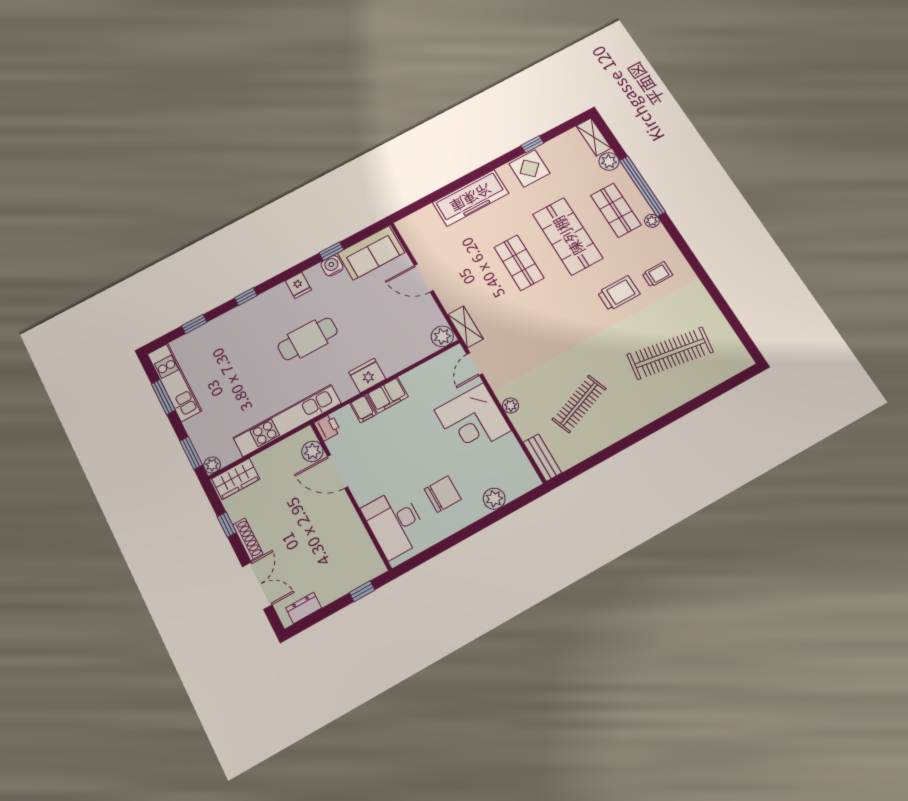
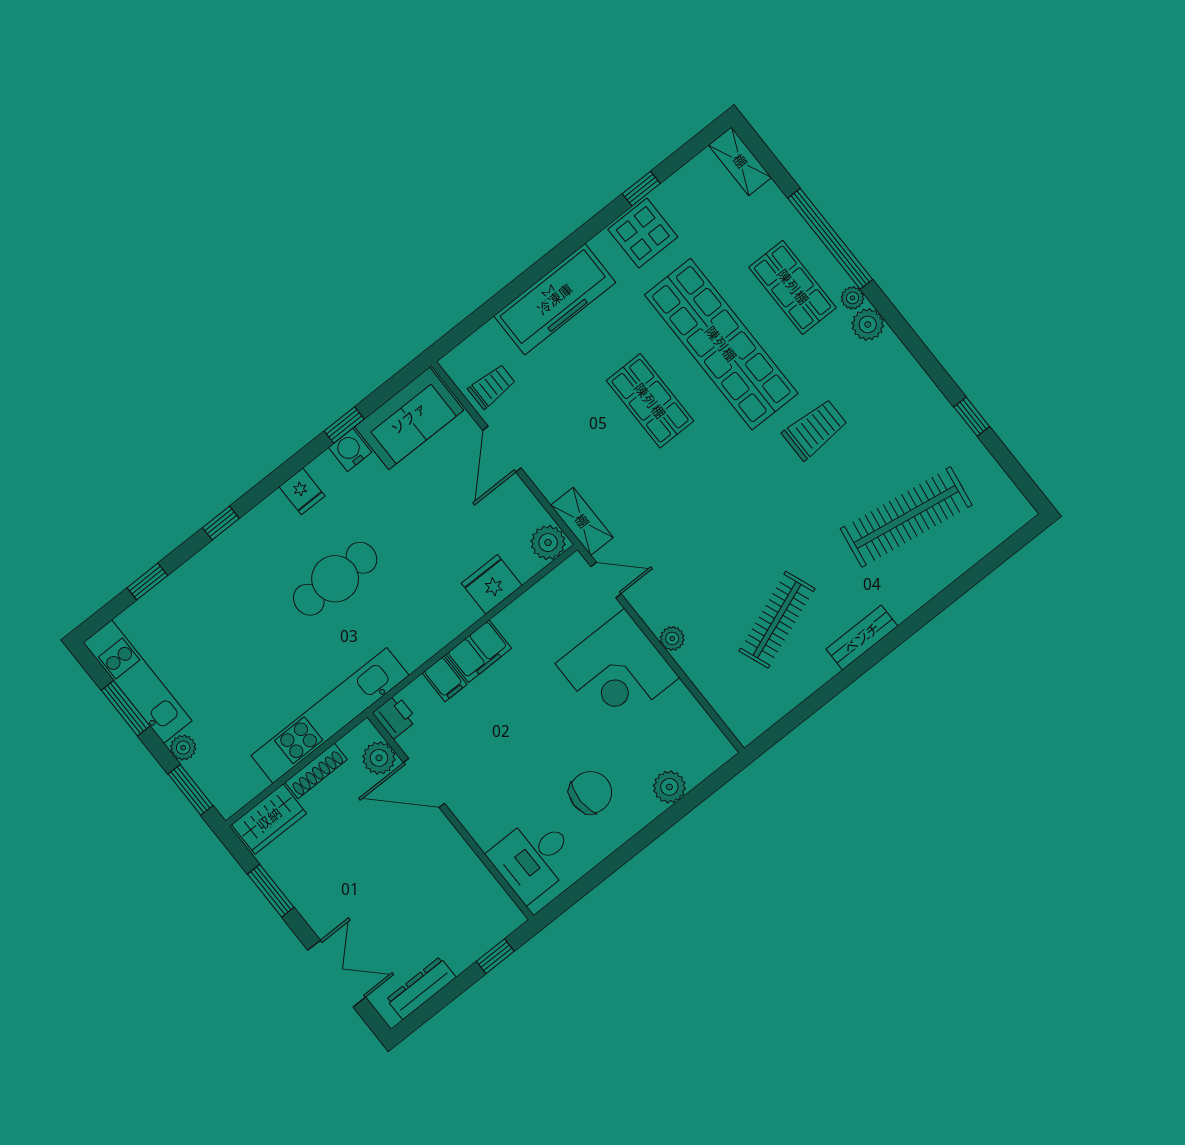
plant: (609, 161) -> (868, 324), moved
shop shelf: (568, 236) -> (721, 344), width x1.40
trolley: (657, 274) -> (492, 386), moved
door: (424, 278) -> (502, 449), hinge flipped
window: (719, 299) -> (972, 417), added
door: (475, 364) -> (606, 580), swing flipped
fridge: (367, 376) -> (492, 584), moved
bench: (542, 458) -> (862, 638), moved, turned 90
plant: (212, 465) -> (183, 748), moved
desk: (395, 523) -> (534, 858), width x0.73
window: (227, 525) -> (271, 891), width x1.50
shoe rack: (248, 539) -> (316, 771), moved, turned 90
dresser: (304, 608) -> (421, 988), width x1.44

